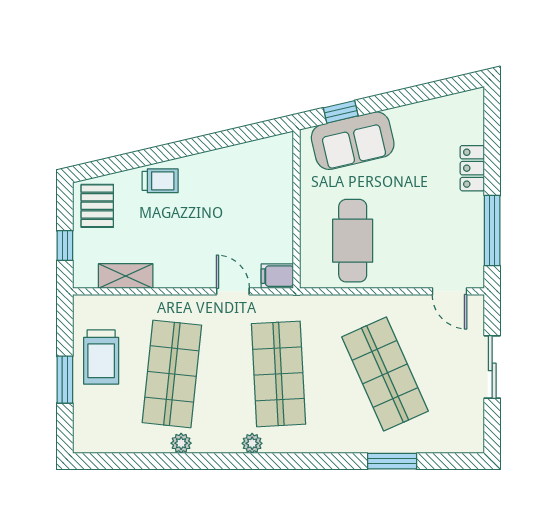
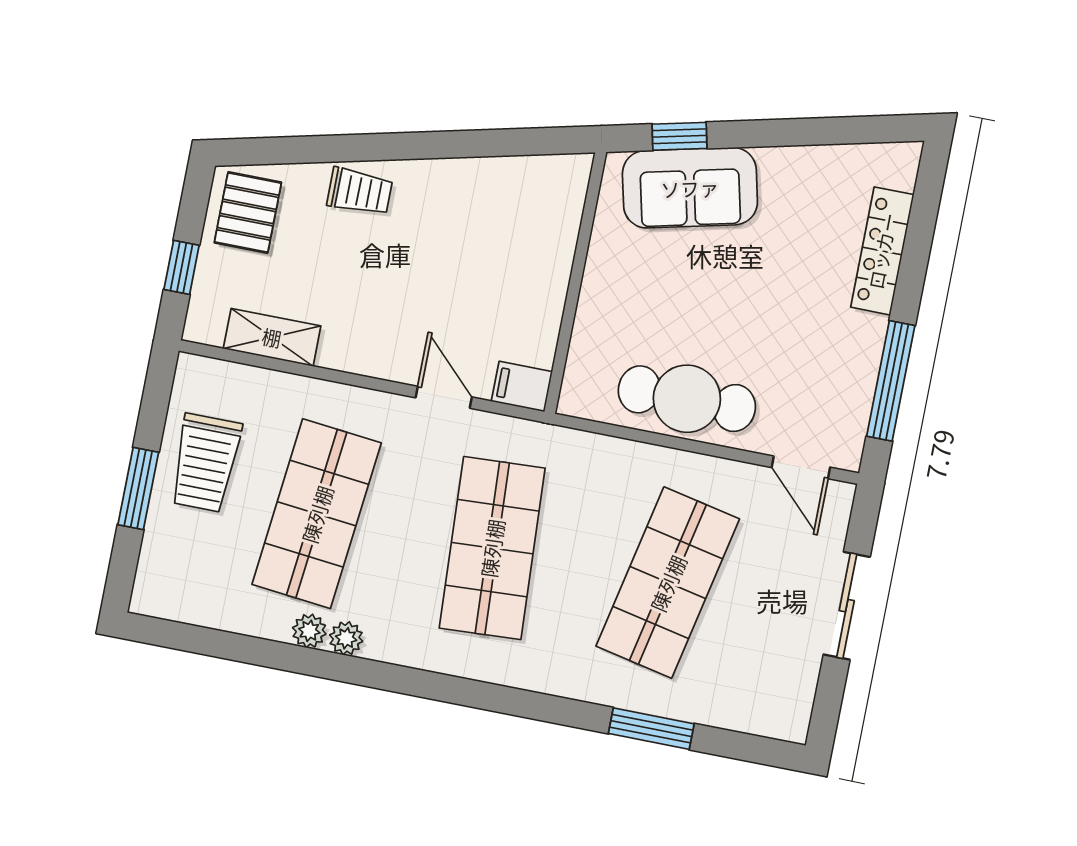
locker: (472, 168) -> (882, 251), width x1.53
cafe table: (353, 241) -> (687, 399), moved, turned 90
shop shelf: (385, 374) -> (668, 583), turned 36
plant: (252, 443) -> (346, 638), moved

